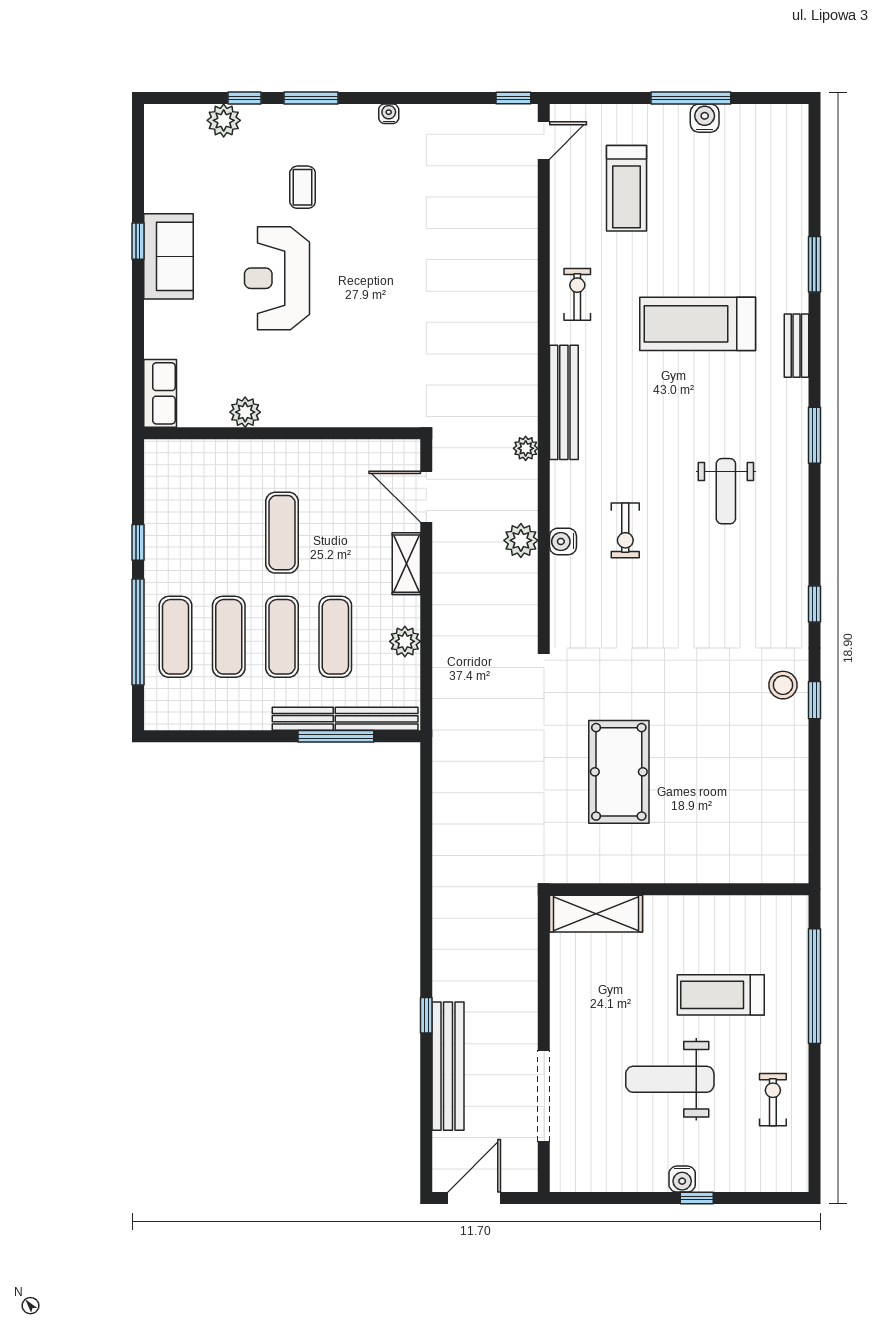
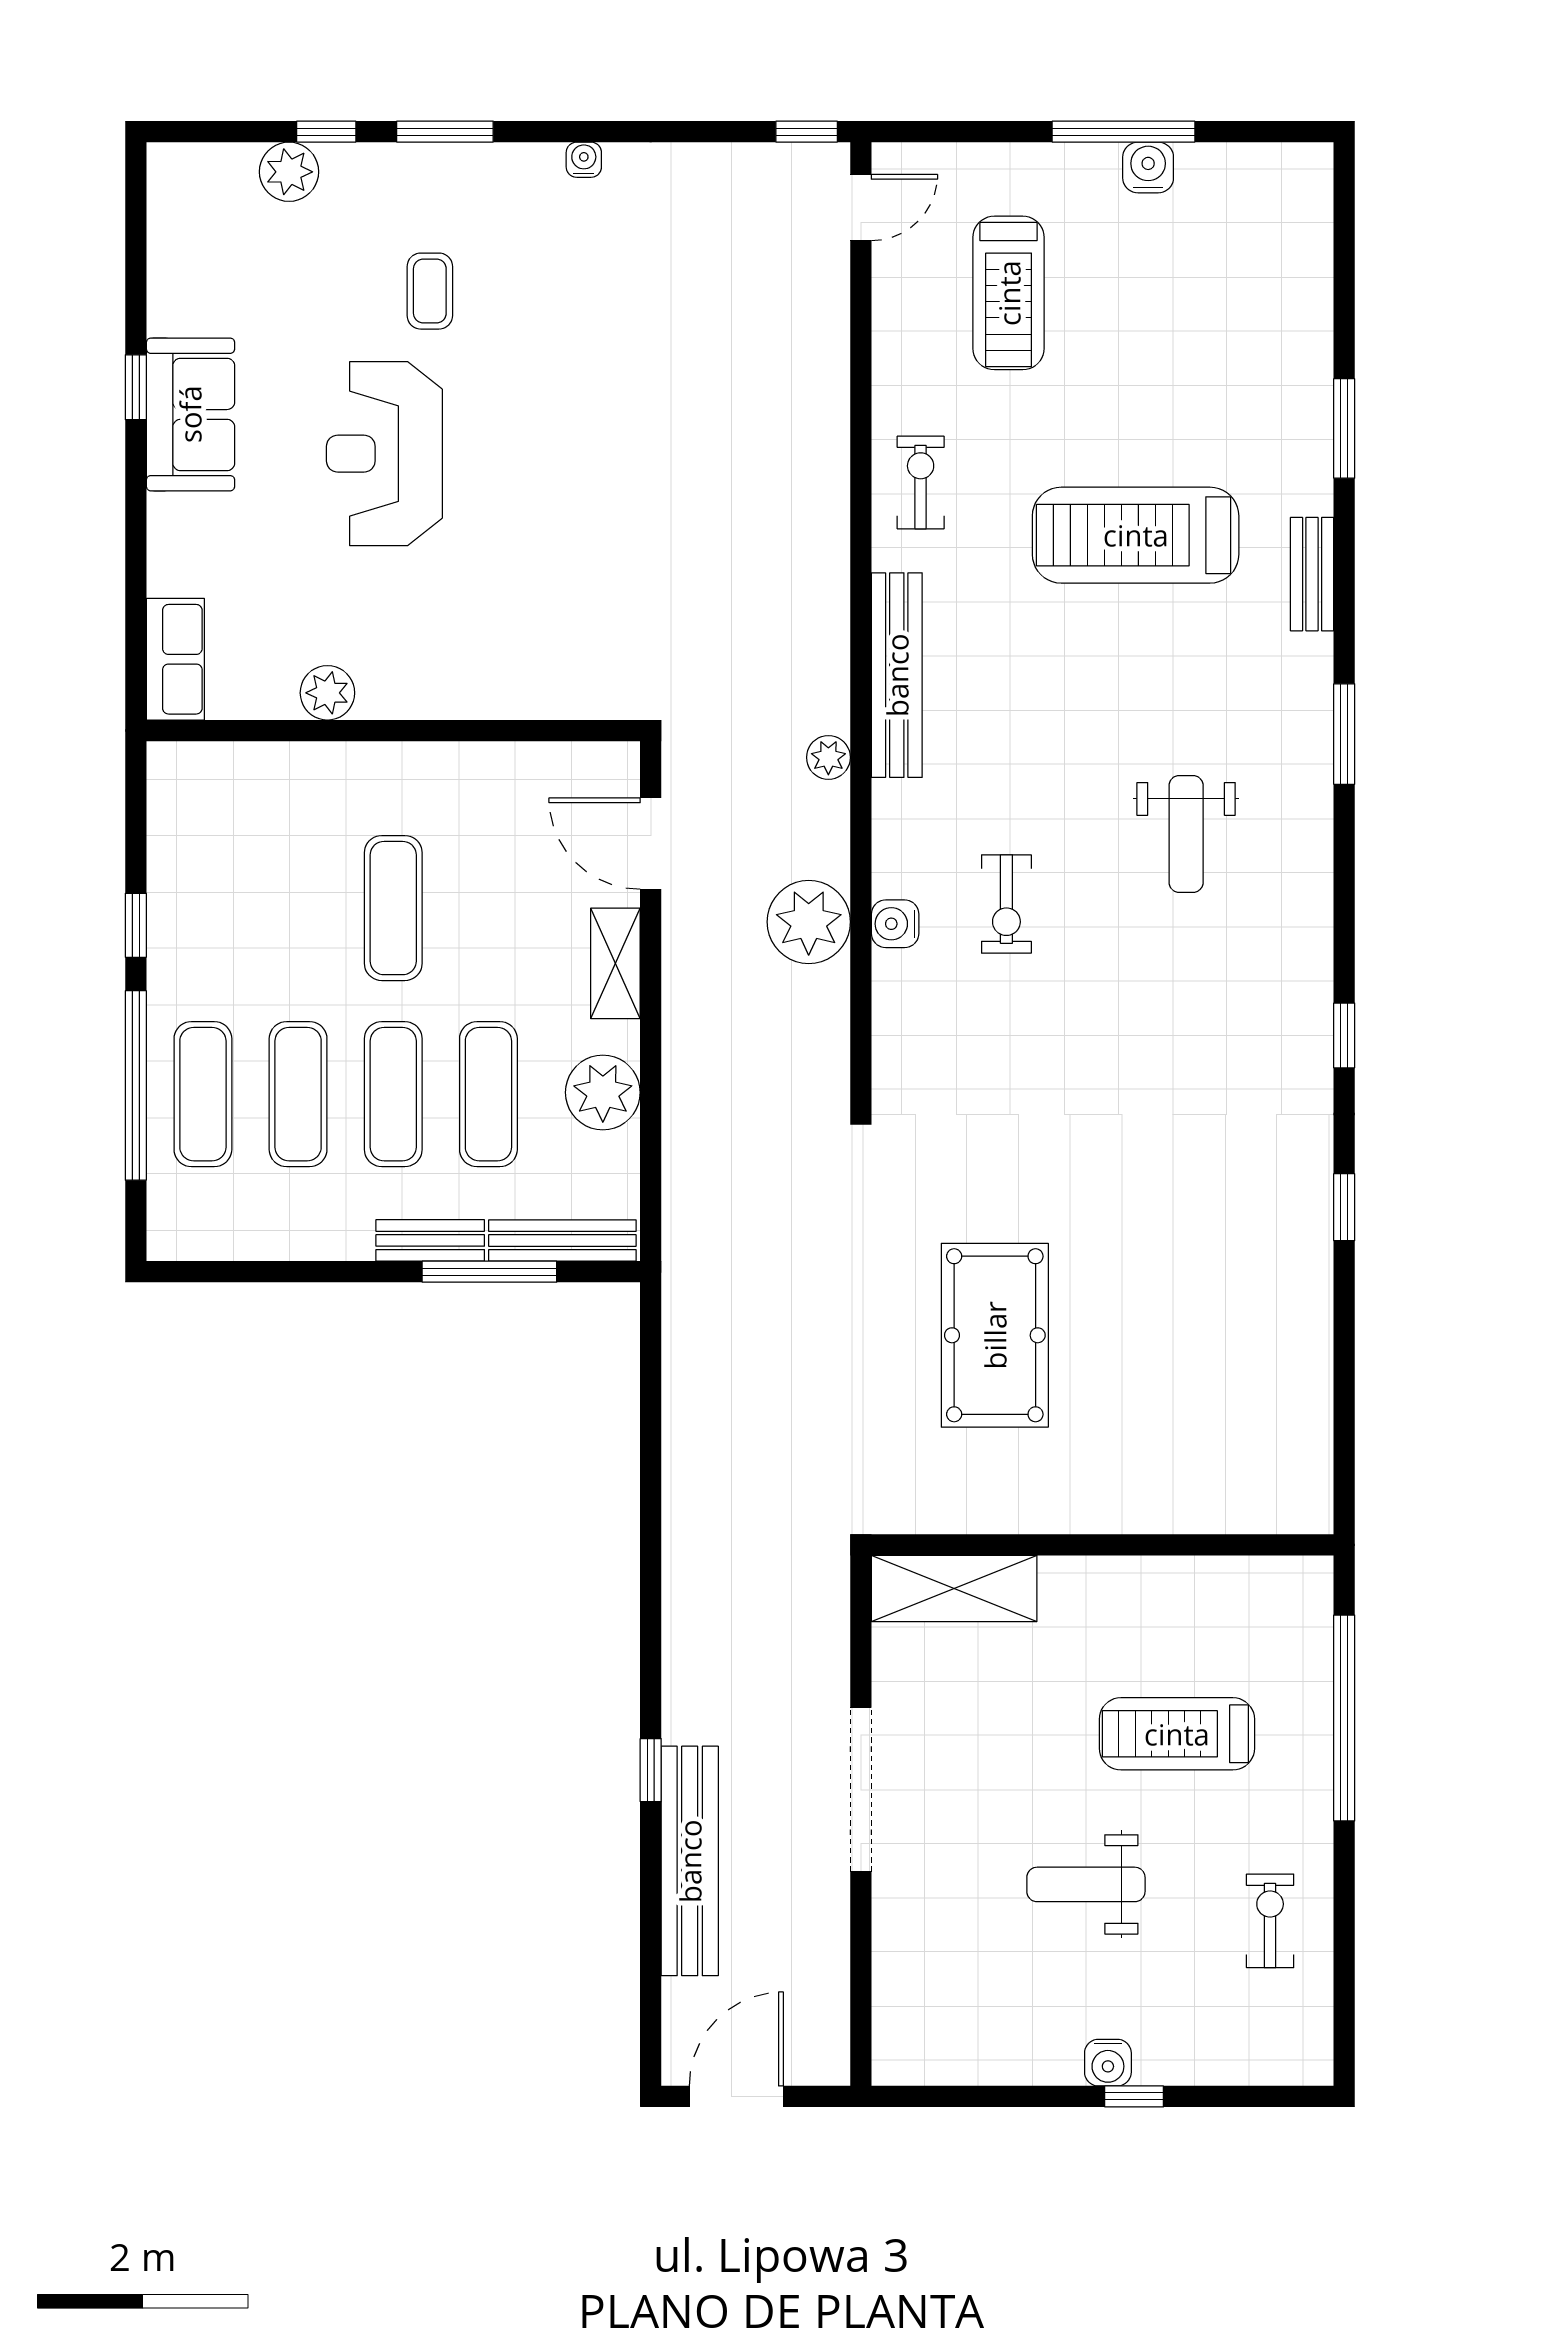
plant: (521, 540) -> (809, 922), width x1.36, depth x1.36
plant: (405, 641) -> (603, 1092), width x1.36, depth x1.36
stool: (783, 685) -> (1288, 1180), removed
weight bench: (670, 1079) -> (1086, 1884), width x0.73, depth x0.75
doorway: (544, 1096) -> (861, 1790), moved

